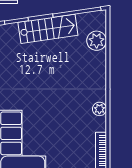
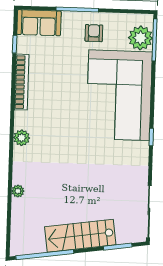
plant: (97, 41) -> (18, 191), moved, width x0.53, depth x0.53

